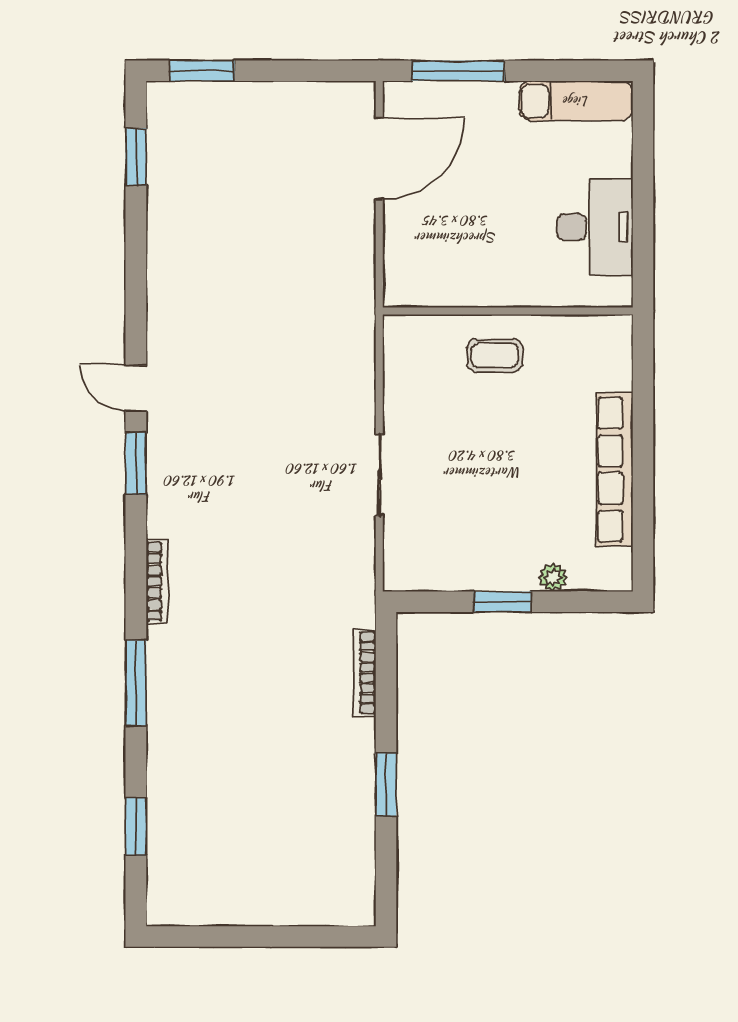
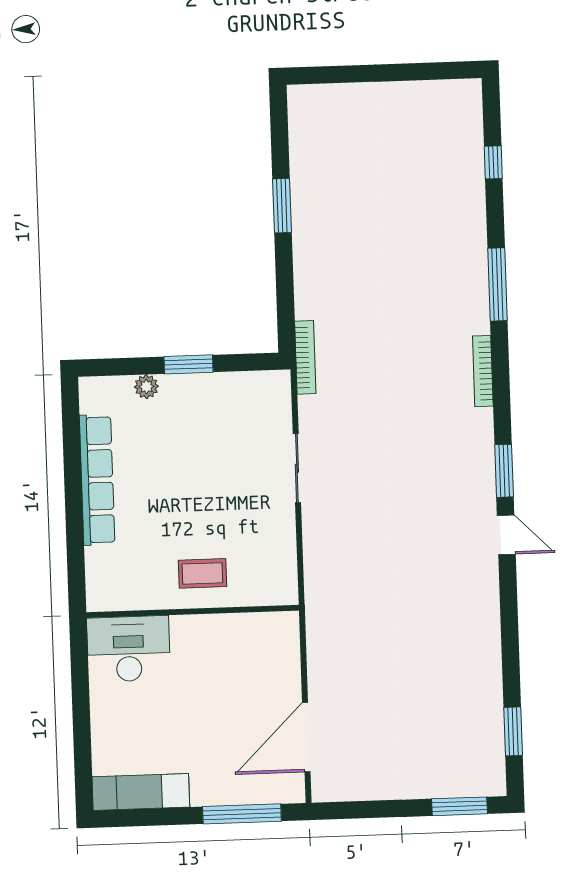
desk: (595, 227) -> (129, 649), moved, turned 90
bookcase: (365, 673) -> (305, 357), moved
window: (136, 827) -> (493, 162), width x0.67

